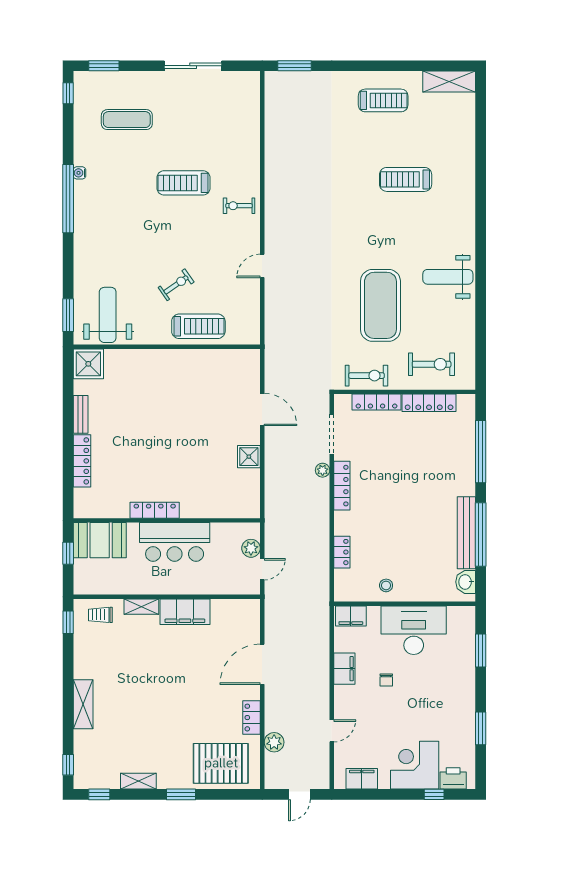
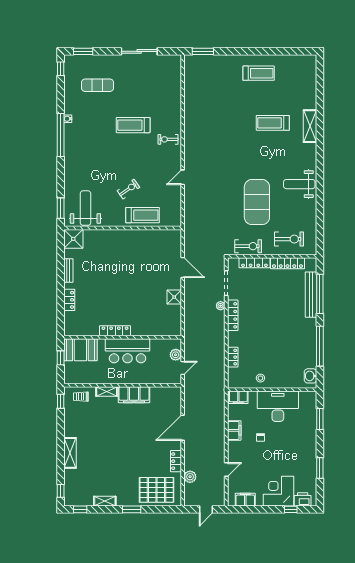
shelving: (449, 81) -> (310, 126), moved, turned 90
locker: (82, 461) -> (69, 300), width x0.66
bench: (466, 533) -> (311, 295), moved

